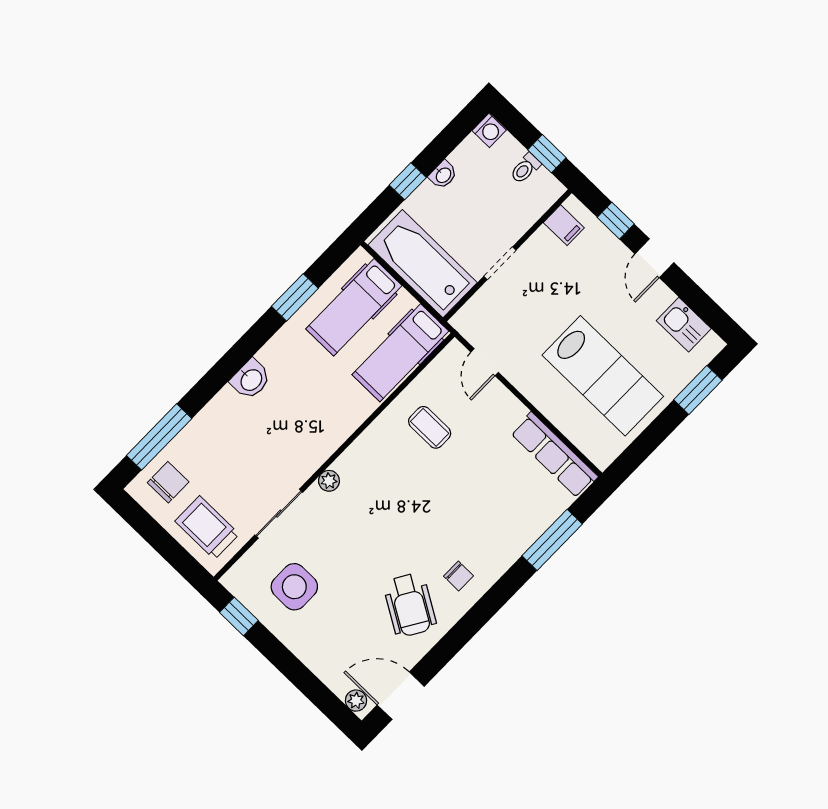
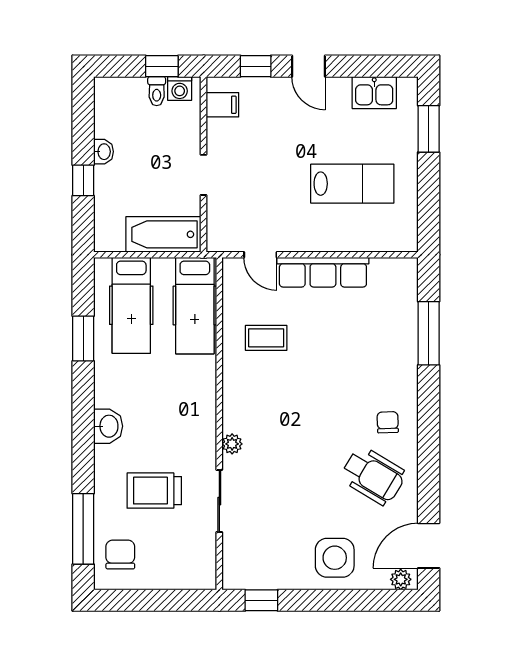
washing machine: (489, 130) -> (180, 89), moved, turned 90
bathtub: (423, 264) -> (163, 234), width x0.73, depth x0.73
lab bench: (603, 376) -> (352, 184), width x0.73, depth x0.72
row of seats: (554, 455) -> (323, 272), moved
trolley: (207, 528) -> (154, 491), moved
chair: (459, 576) -> (388, 422), turned -92
side table: (294, 587) -> (335, 558), moved

